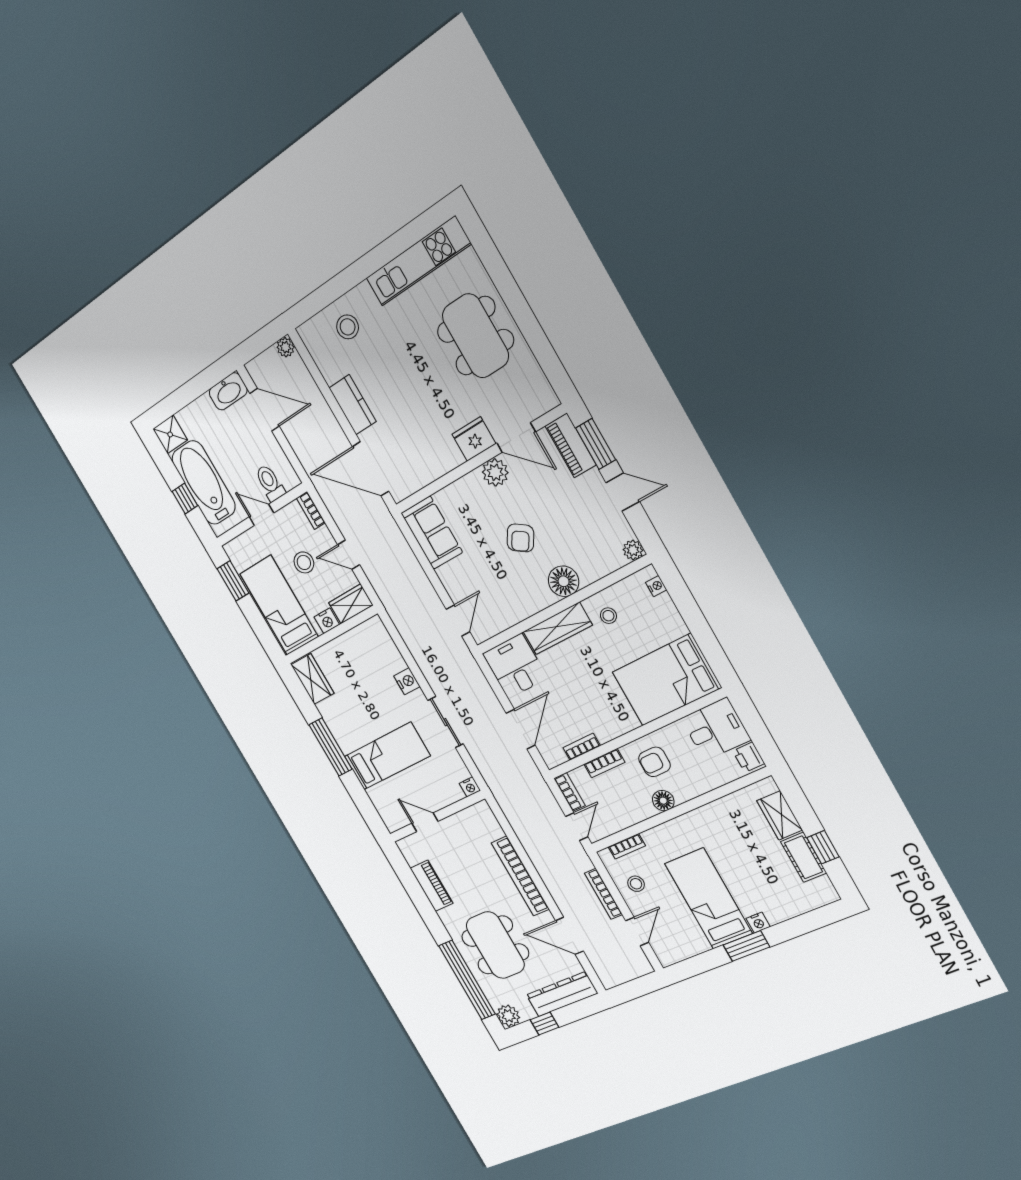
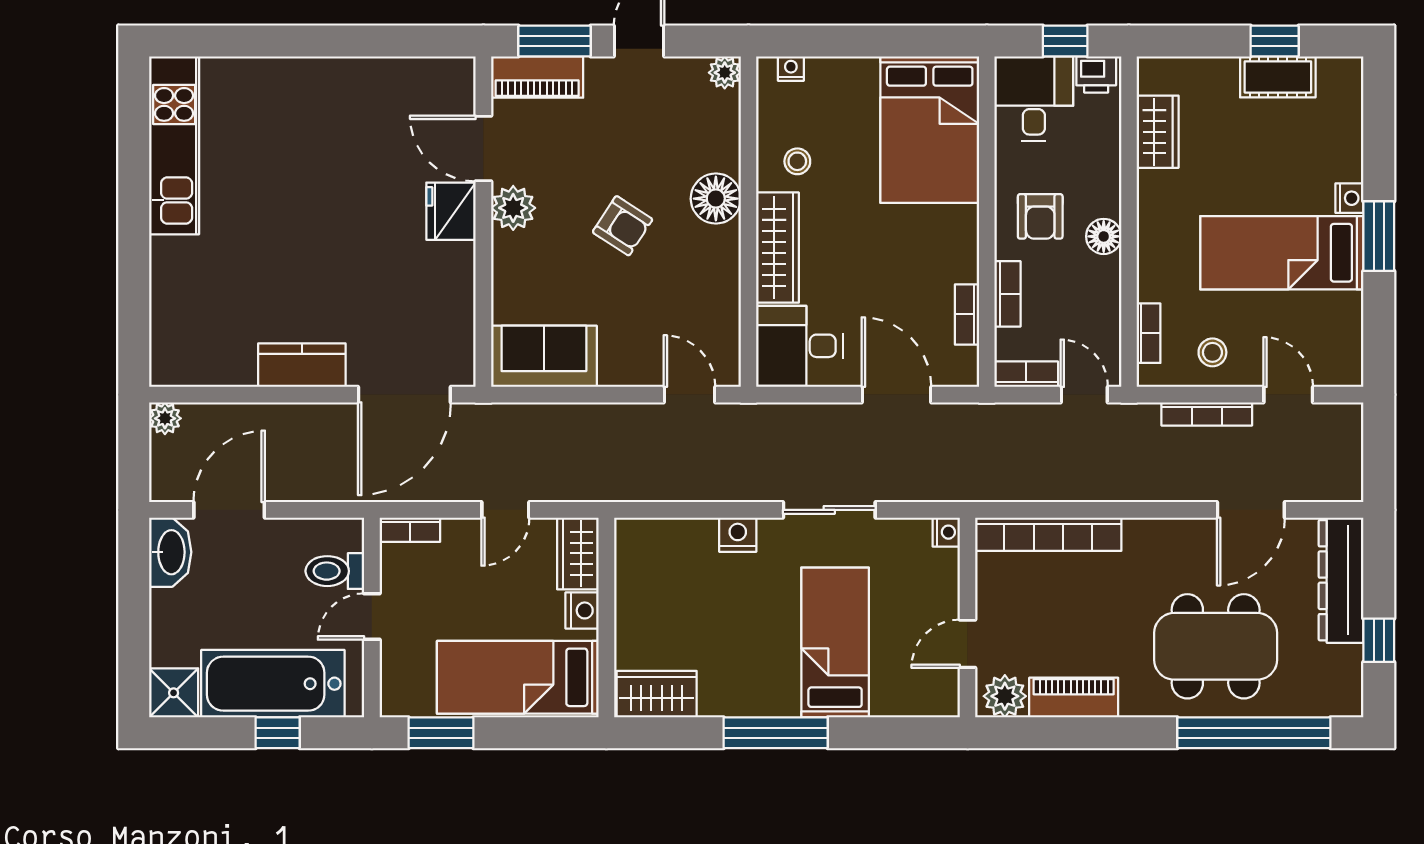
stool: (348, 327) -> (195, 304), removed
dining table: (475, 336) -> (318, 124), removed
door: (516, 438) -> (483, 148), swing flipped
stool: (304, 562) -> (478, 592), removed
window: (758, 732) -> (1065, 41), added
wardrobe: (780, 815) -> (1158, 132), moved, turned -90
bookcase: (520, 876) -> (1048, 534), moved
plant: (508, 1016) -> (1005, 696), moved

